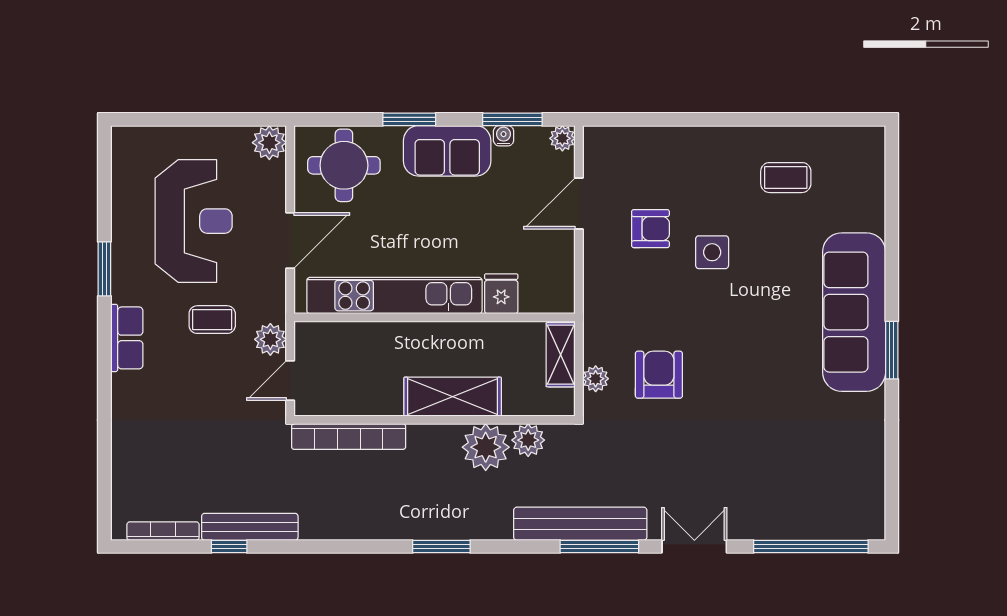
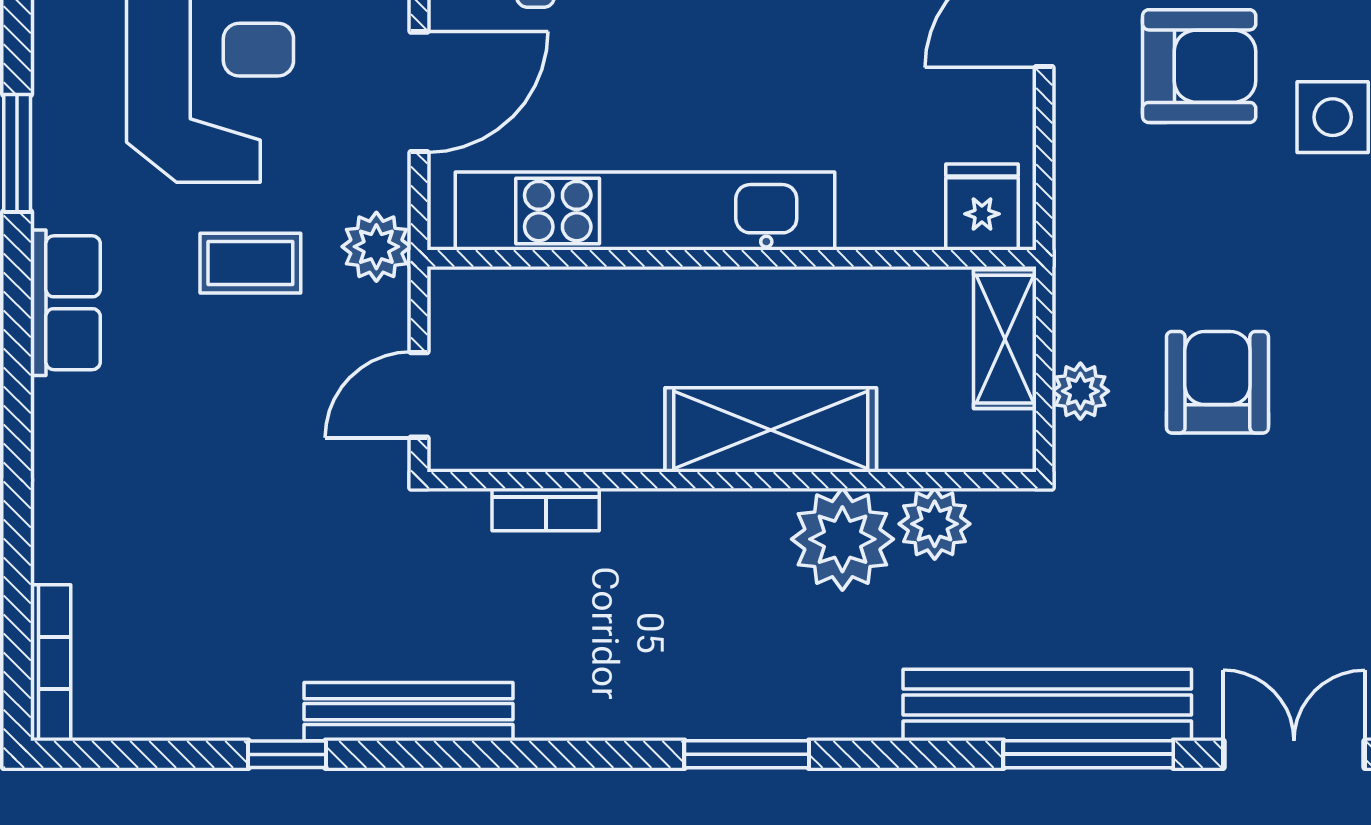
armchair: (650, 229) -> (1199, 66), width x1.38, depth x1.38
fridge: (501, 294) -> (982, 207), moved
plant: (270, 339) -> (376, 247), moved
bookcase: (349, 437) -> (546, 510), width x0.43, depth x0.76
bench: (250, 527) -> (408, 712), moved
bookcase: (163, 531) -> (51, 663), moved, turned 90

